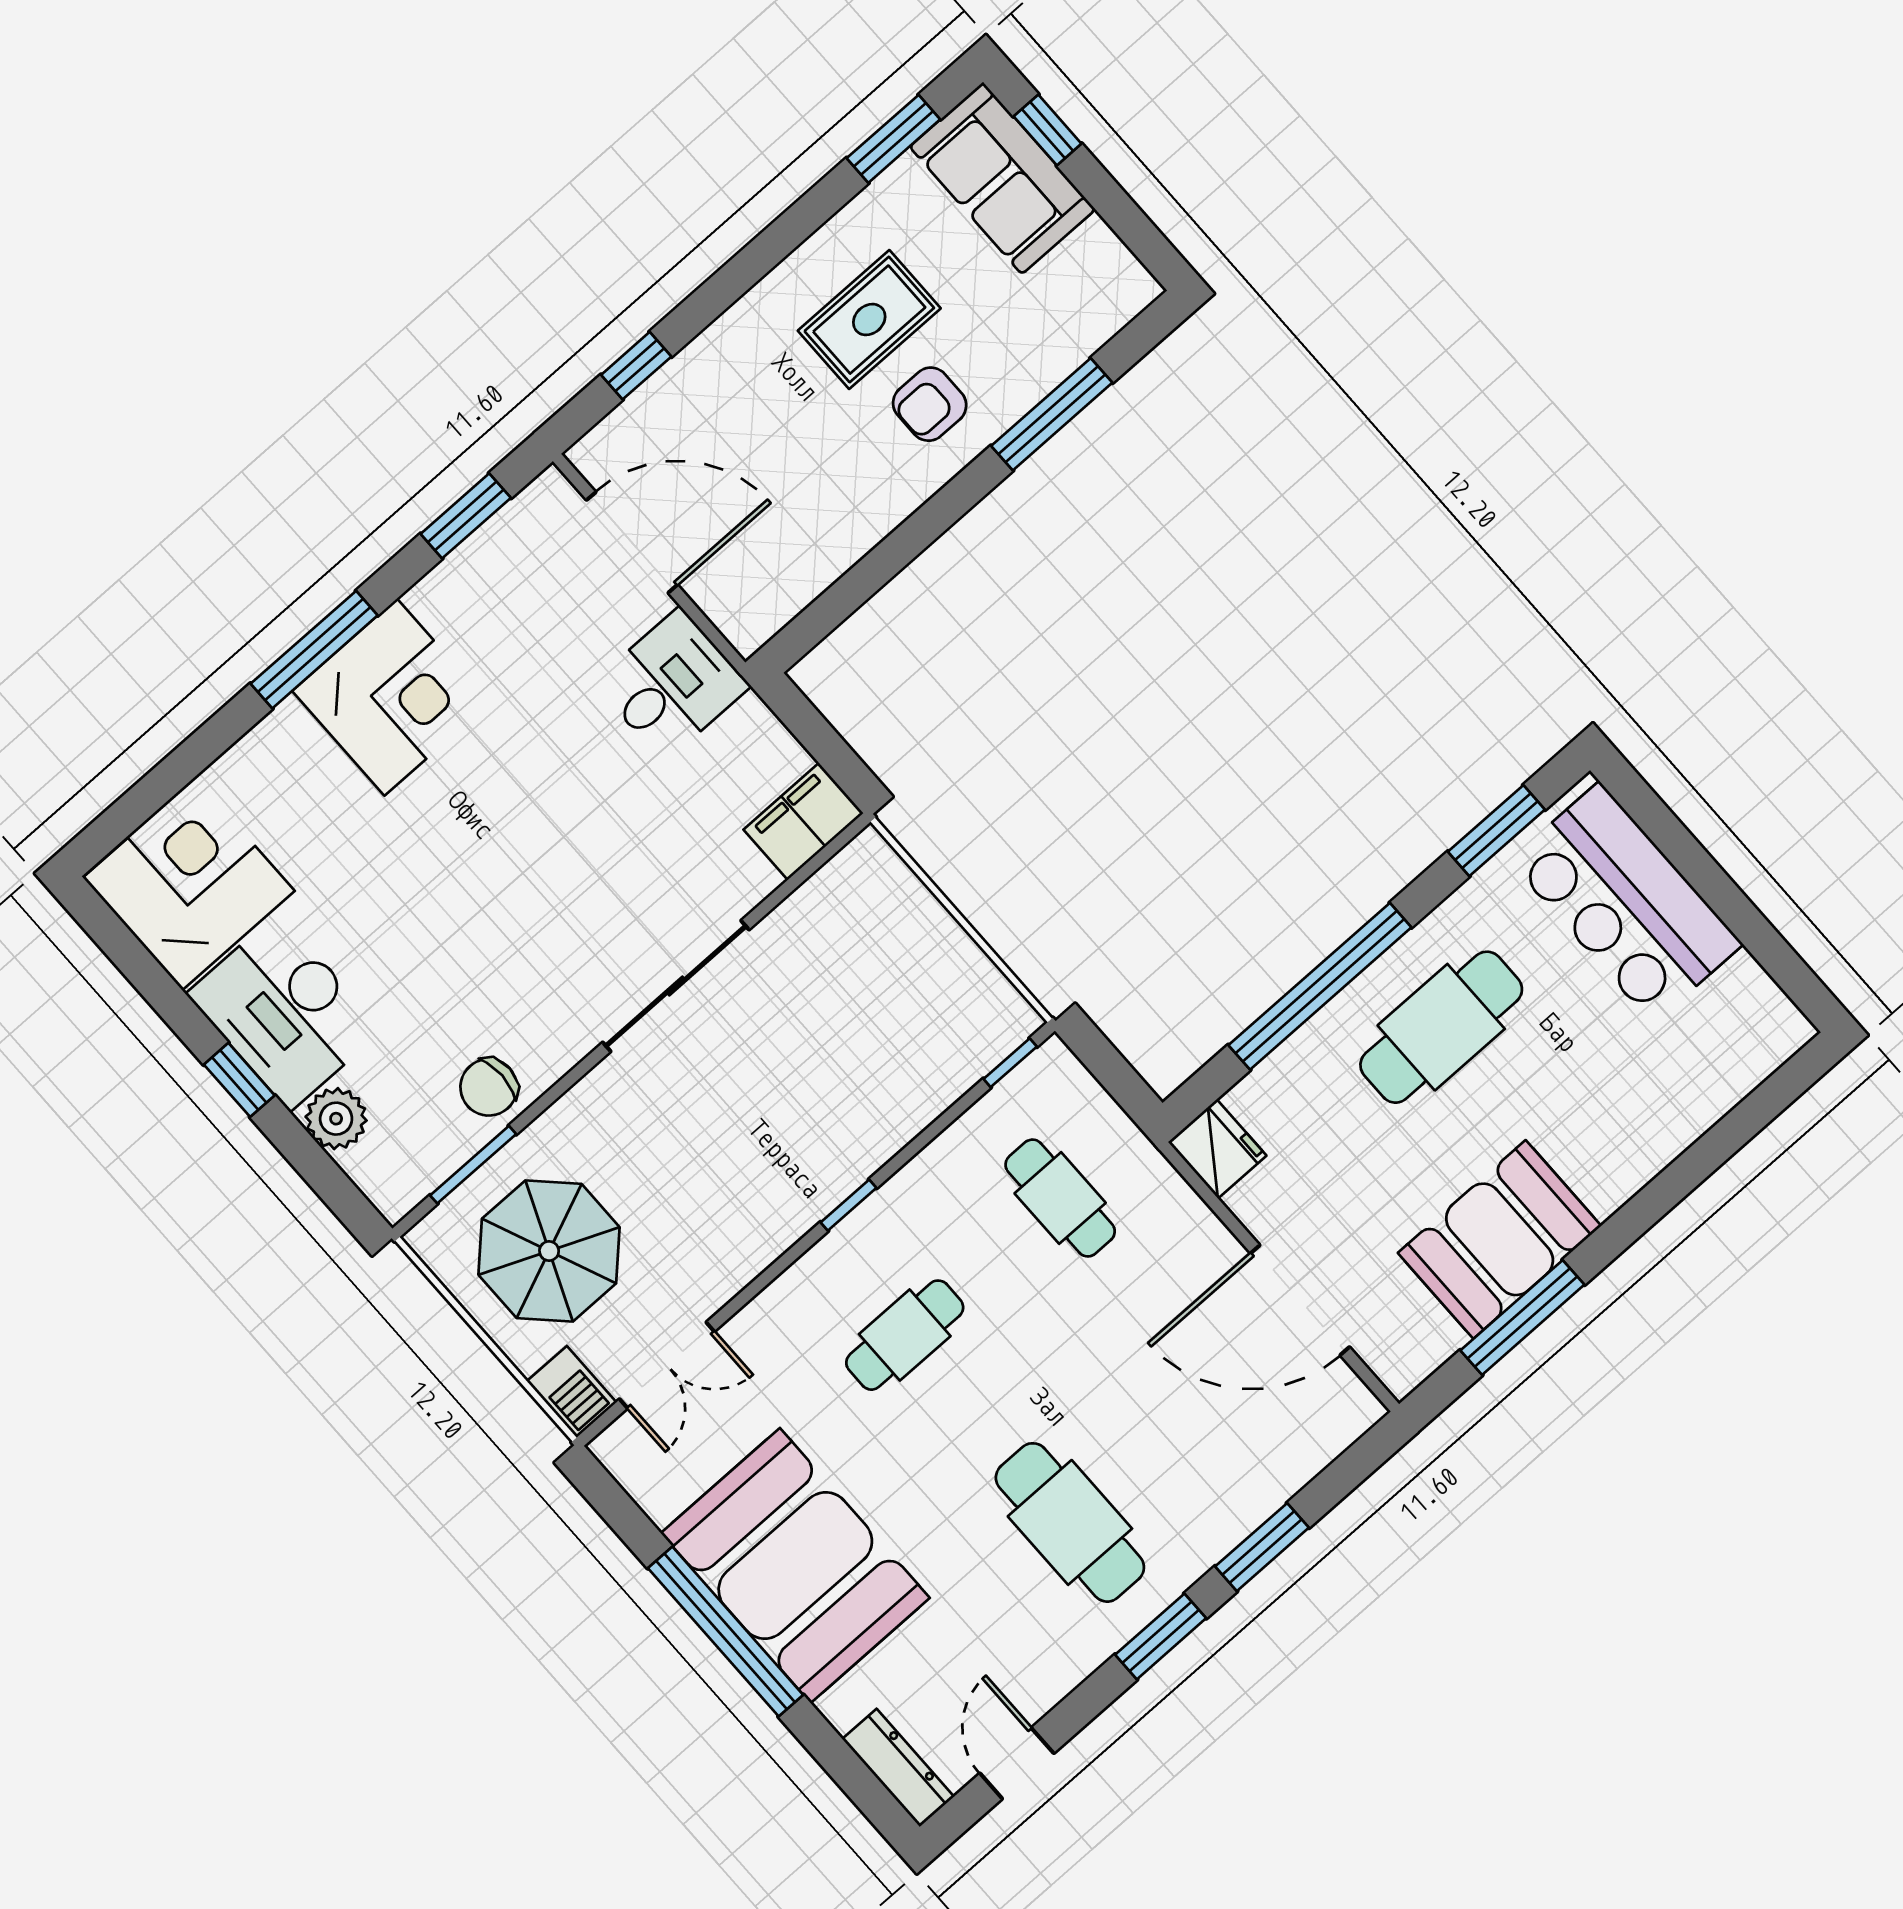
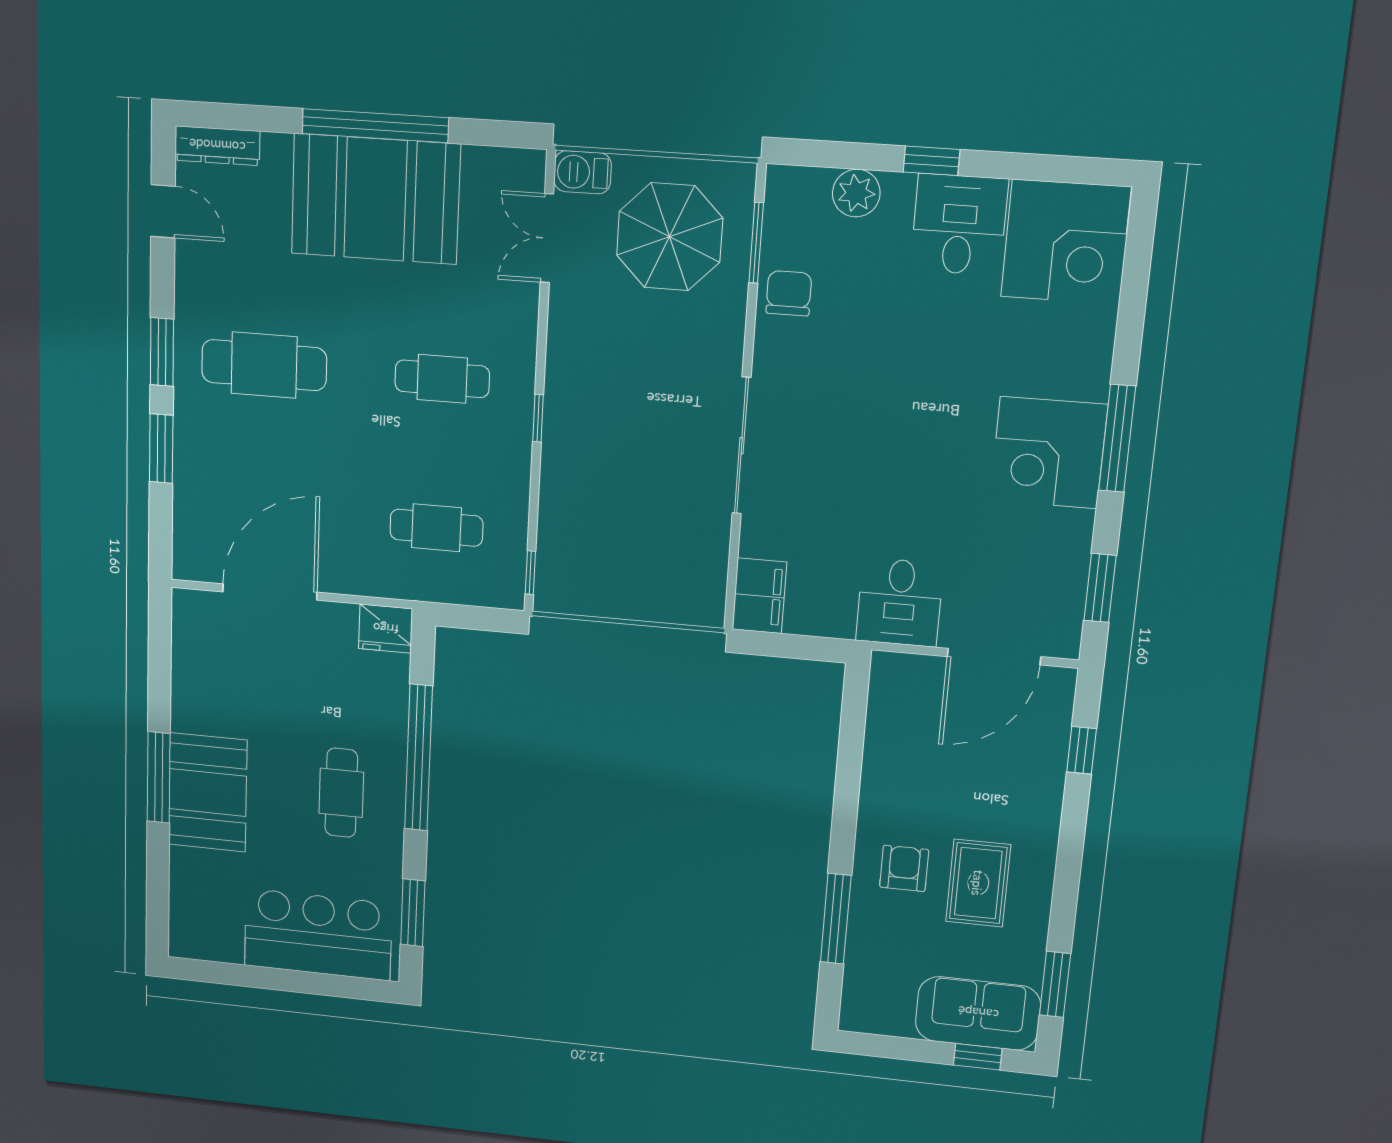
desk: (284, 1012) -> (959, 225), width x0.73
cafe table: (1441, 1027) -> (341, 793), width x0.73, depth x0.74
booth: (1500, 1239) -> (208, 792), moved
window: (1522, 1318) -> (159, 777), moved
cafe table: (905, 1335) -> (442, 379), turned 90

